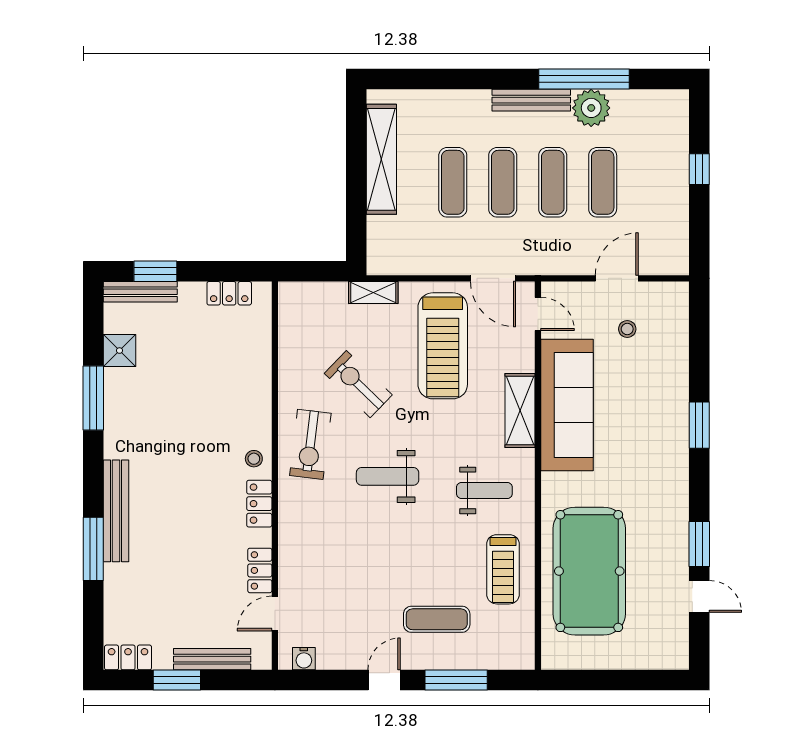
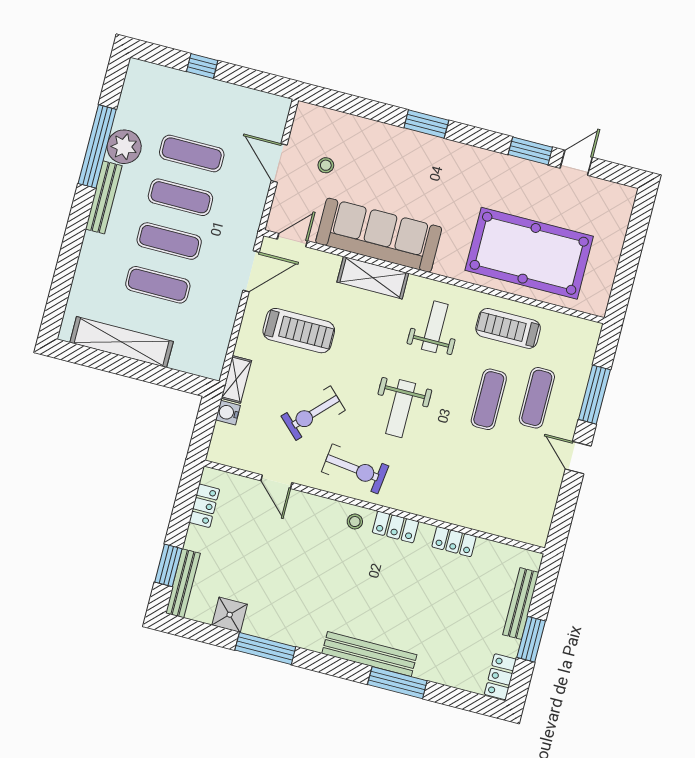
treadmill: (443, 346) -> (299, 331), width x0.73, depth x0.73
exercise mat: (422, 568) -> (489, 399), added
treadmill: (503, 569) -> (508, 328), turned 180
door: (275, 613) -> (276, 482), moved
water cooler: (304, 659) -> (228, 413), moved, turned 180

